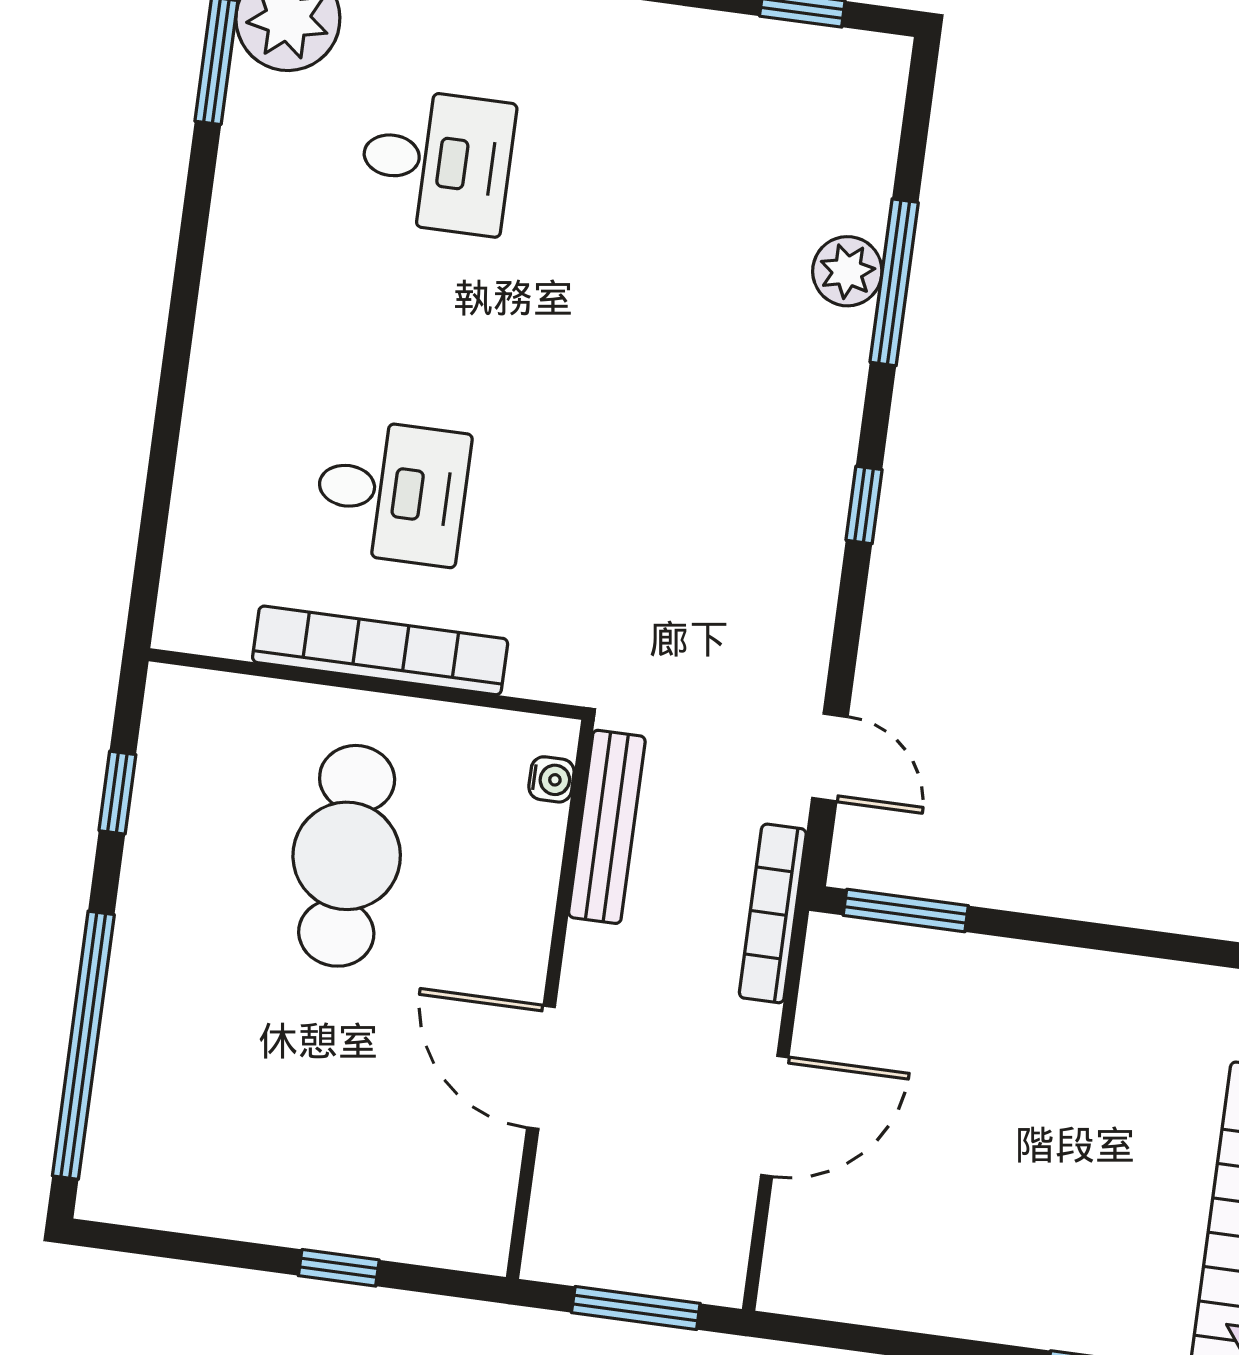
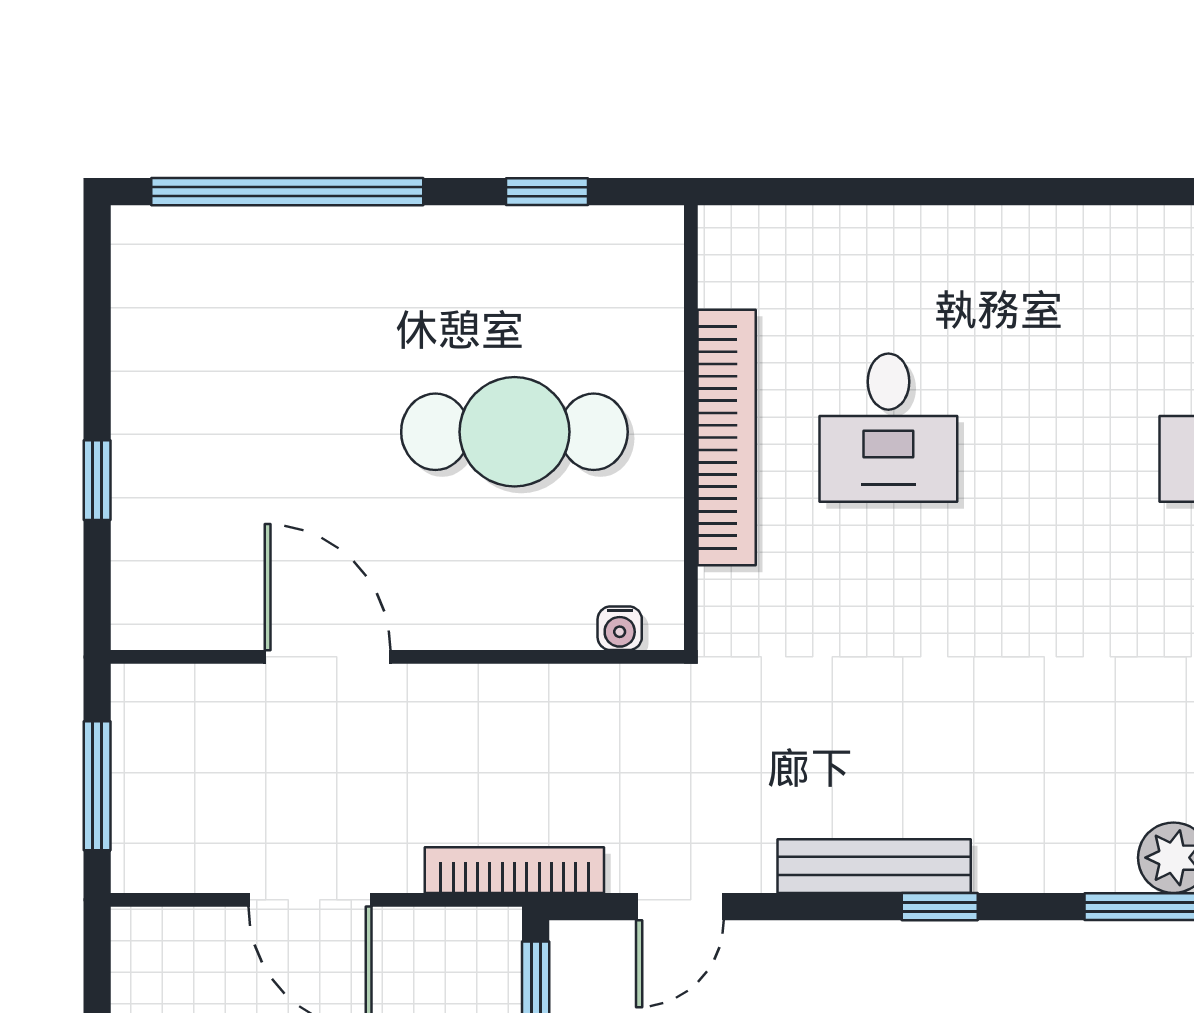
bench: (607, 827) -> (874, 866), moved
door: (541, 1067) -> (328, 657), hinge flipped

